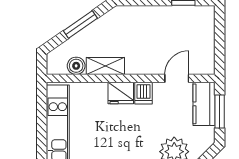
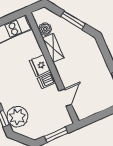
door: (177, 78) -> (65, 98), hinge flipped
kitchen counter: (204, 104) -> (57, 122), removed

